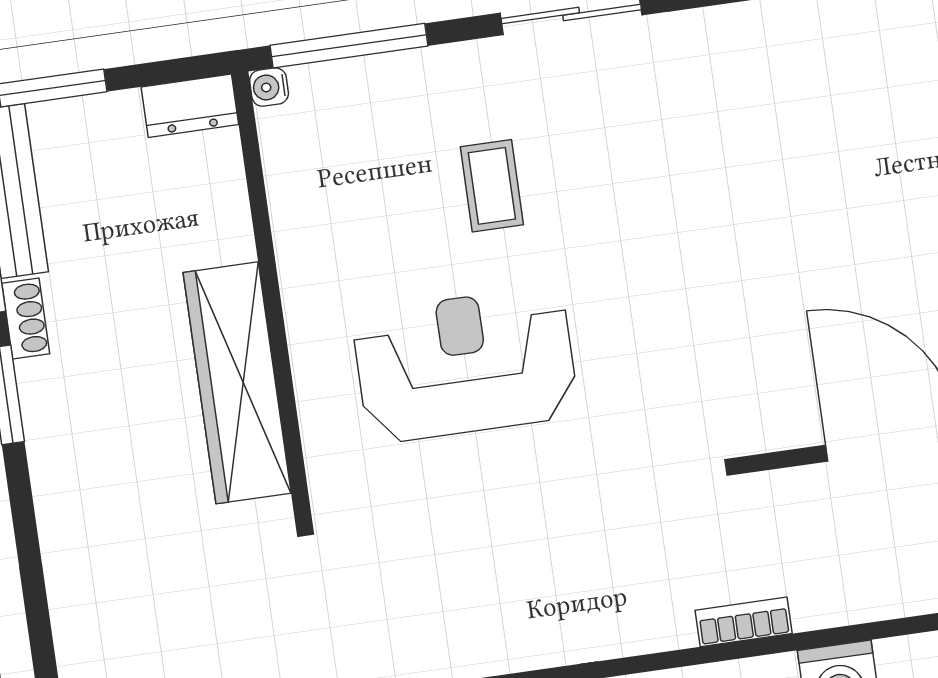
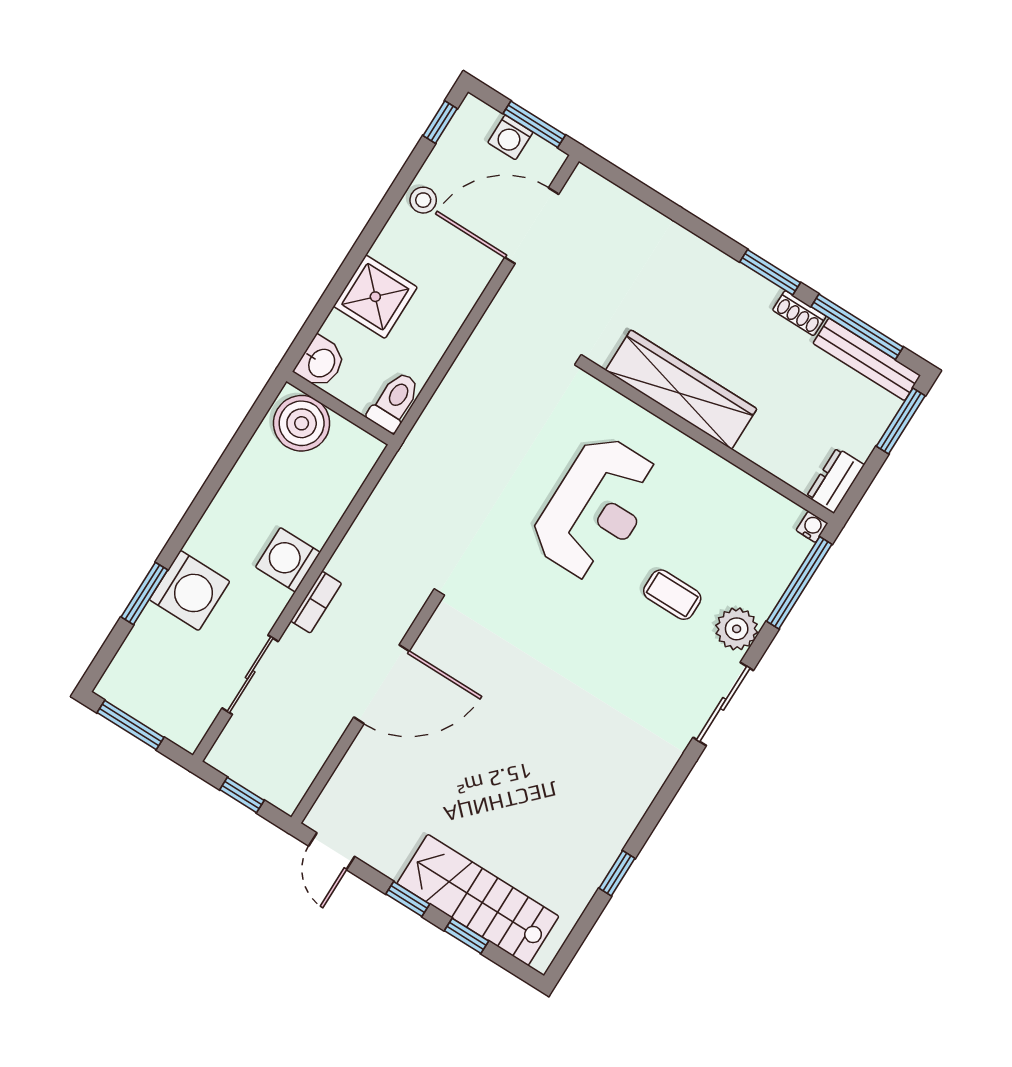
plant: (468, 74) -> (737, 629), added
bookcase: (744, 622) -> (316, 602), moved

